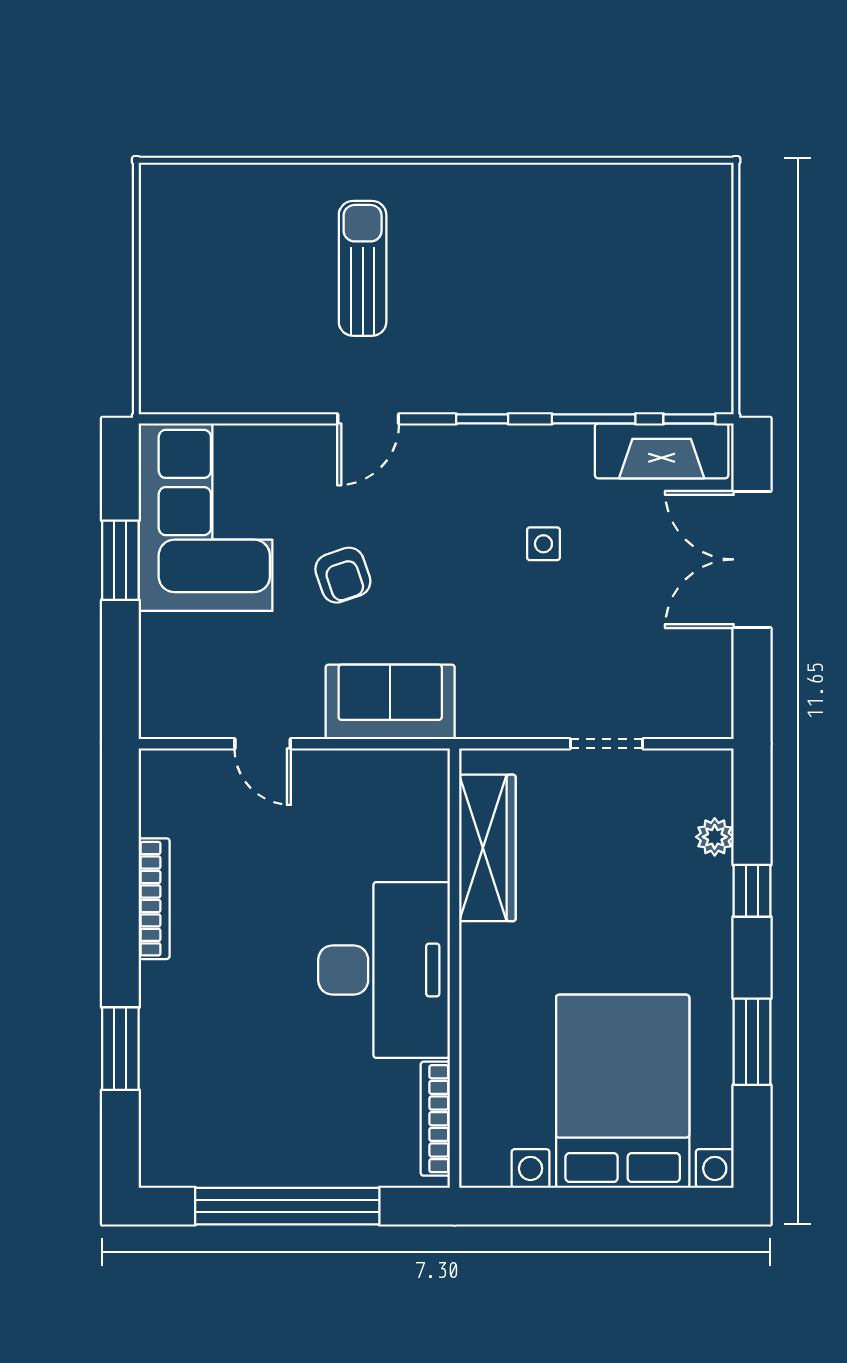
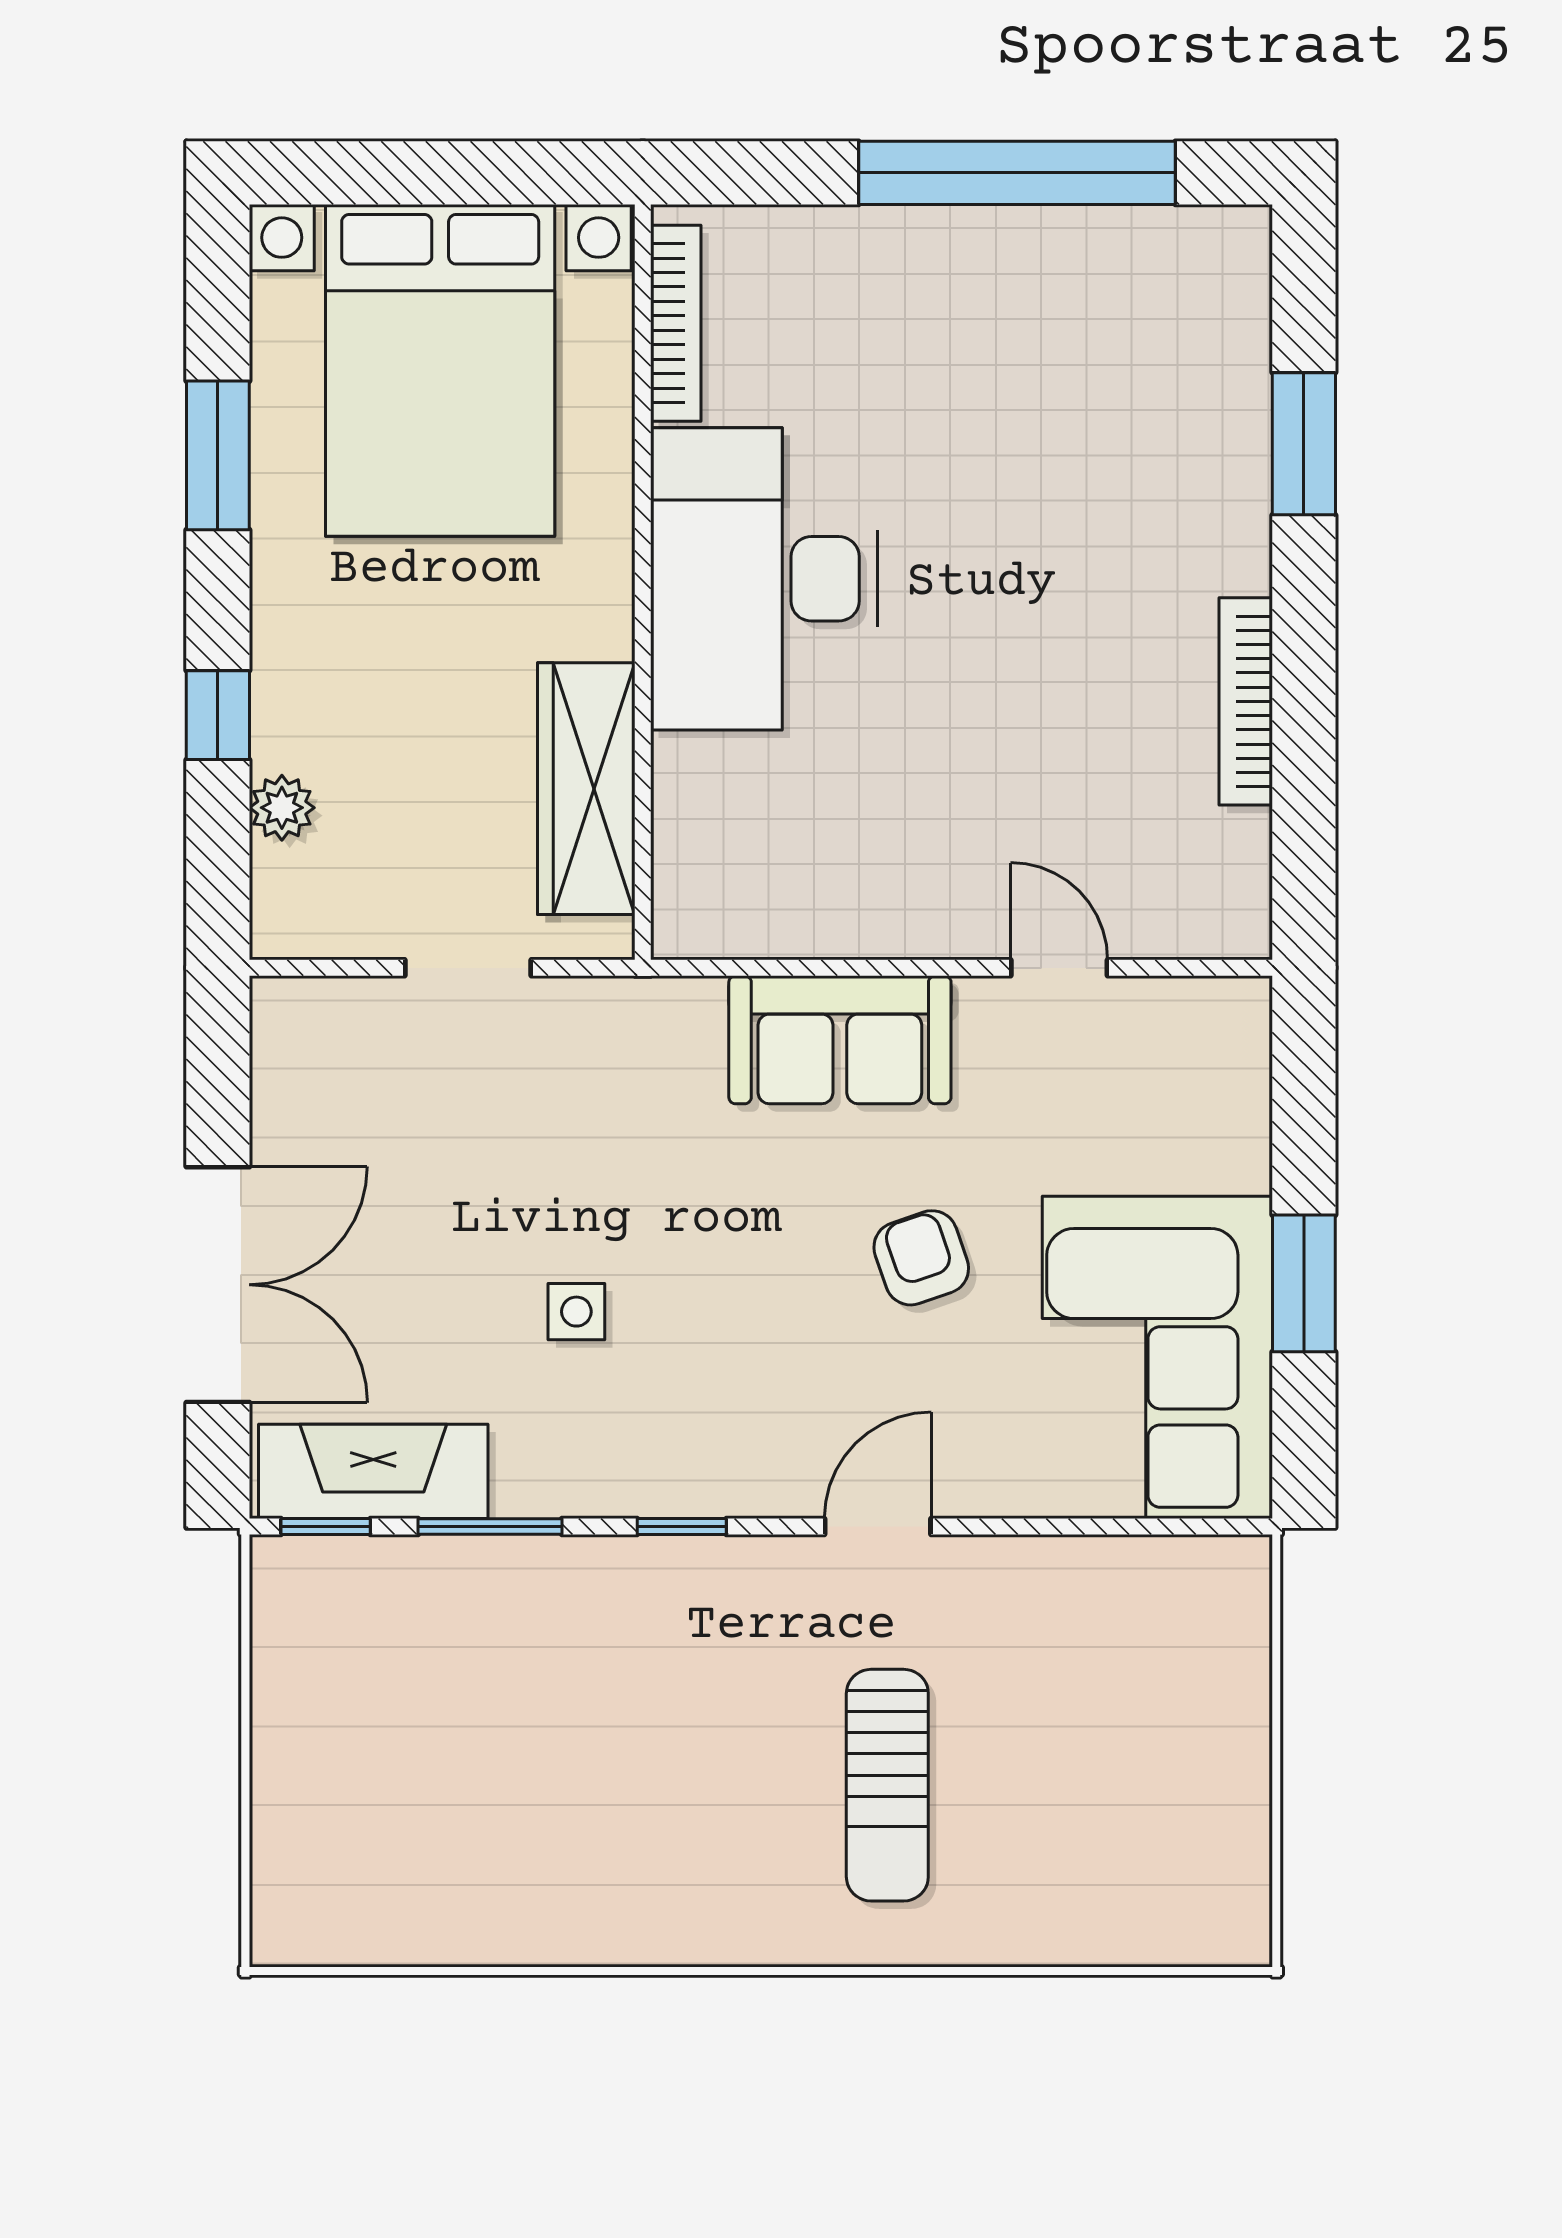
wardrobe: (487, 848) -> (586, 789), moved
wall: (454, 968) -> (643, 582), moved
desk: (384, 970) -> (764, 579), moved
bookcase: (435, 1119) -> (676, 323), moved

